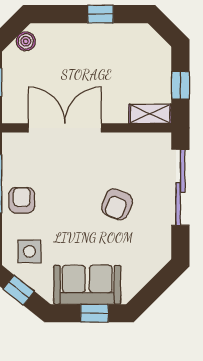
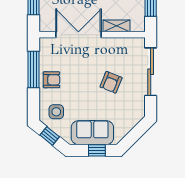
shelving: (150, 114) -> (117, 26), moved
armchair: (22, 200) -> (51, 80), turned 90

